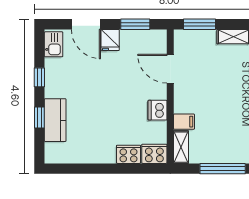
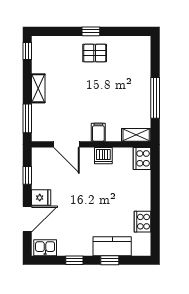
window: (135, 24) -> (27, 175), width x0.67
door: (170, 69) -> (67, 144), hinge flipped
filing cabinet: (184, 122) -> (98, 132), moved
cooker: (129, 154) -> (142, 222), moved

